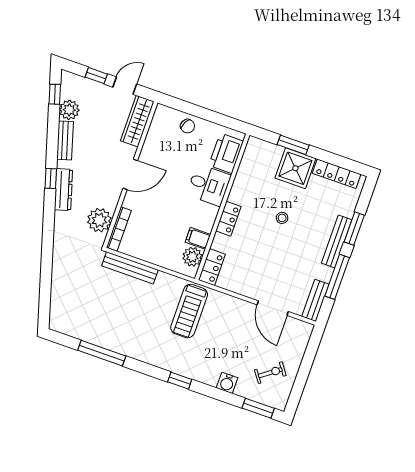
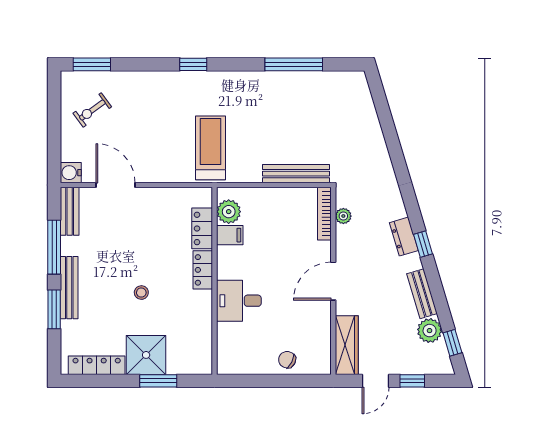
printer: (226, 153) -> (232, 344), removed
dresser: (63, 190) -> (404, 237), width x0.70
plant: (99, 220) -> (343, 216), width x0.53, depth x0.53
locker: (212, 267) -> (202, 228), moved
water cooler: (227, 383) -> (71, 173), moved, turned -90

